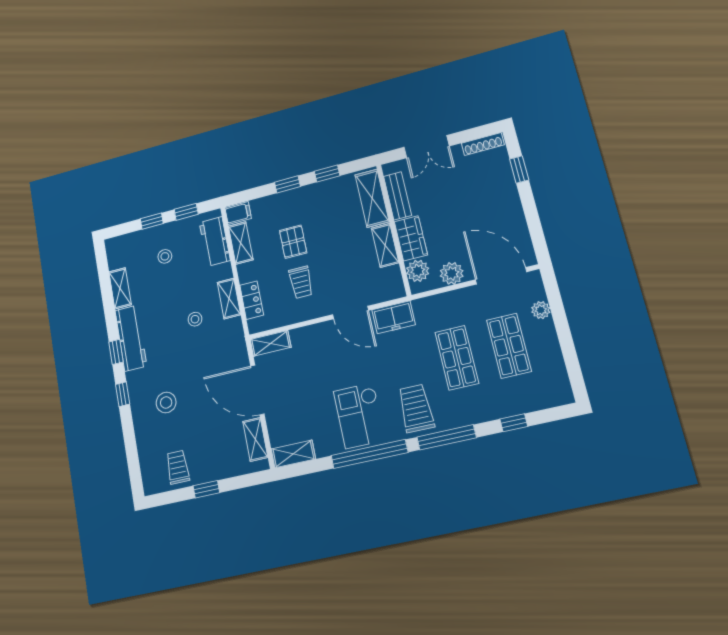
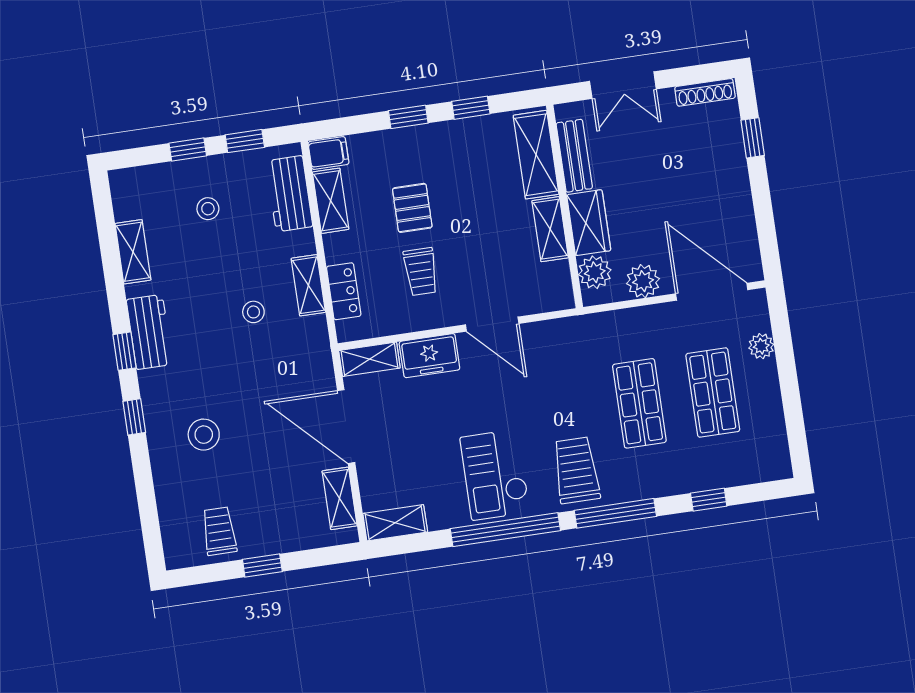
freezer: (394, 317) -> (429, 356), moved
workbench: (131, 338) -> (149, 332), width x0.73

